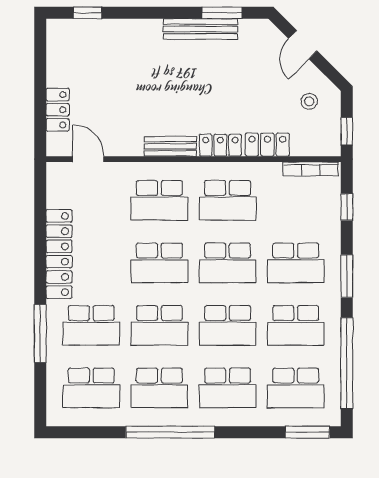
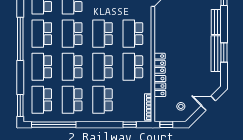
window: (222, 13) -> (224, 52), moved
bench: (170, 146) -> (216, 22), moved
window: (347, 276) -> (96, 125), removed

